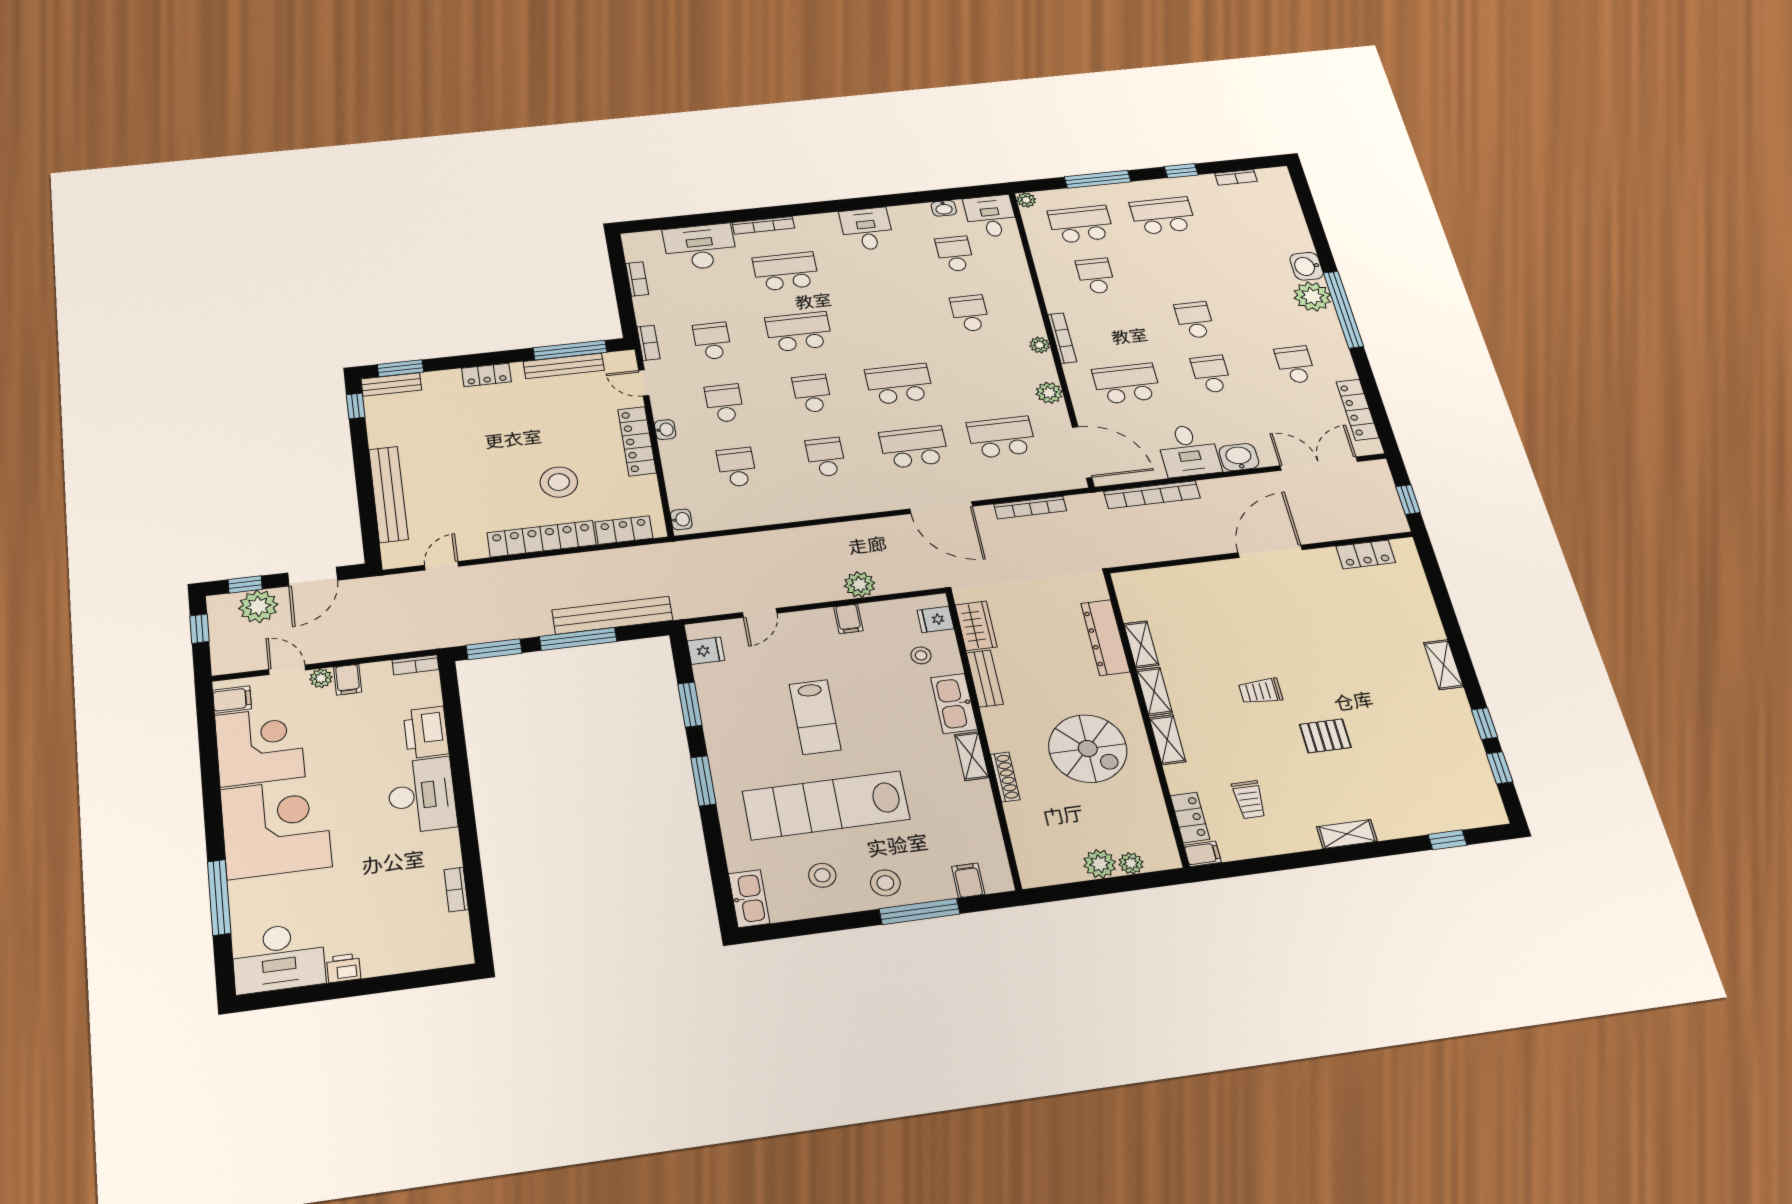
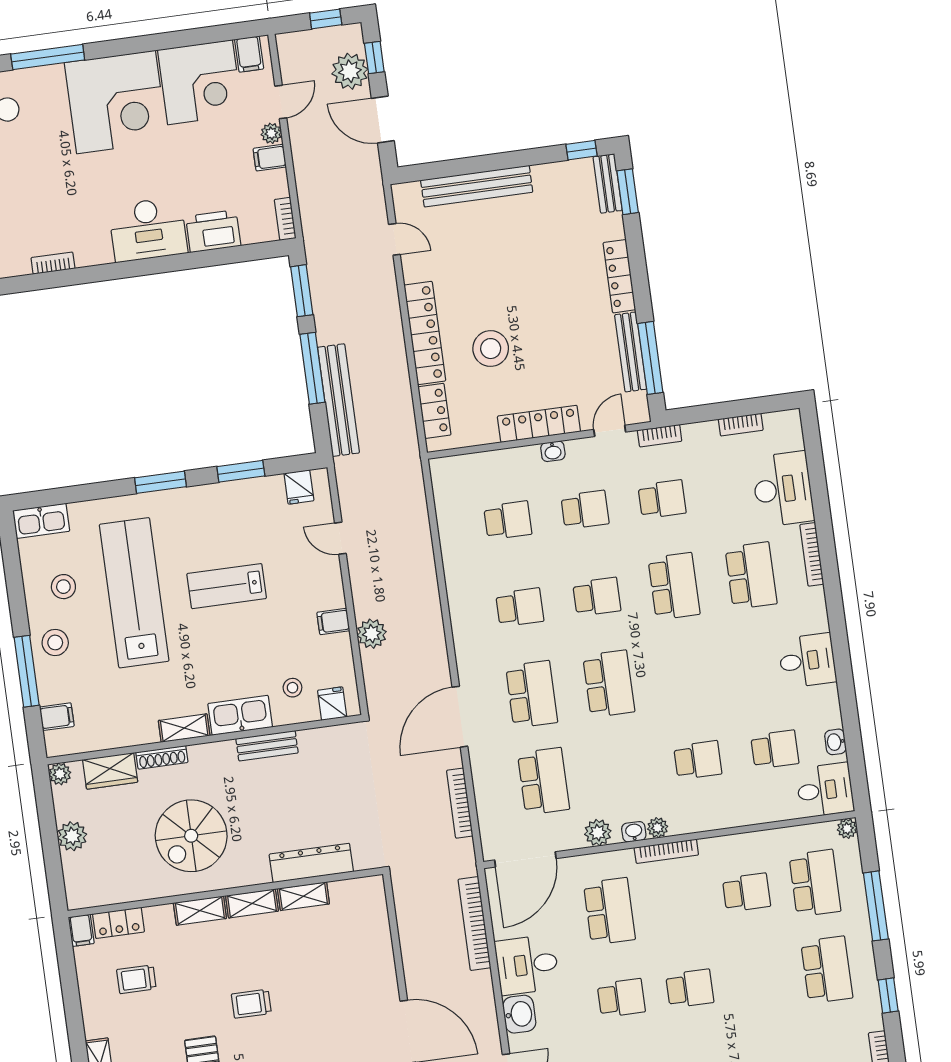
locker: (487, 375) -> (619, 276), width x1.53
washbasin: (681, 519) -> (634, 832), moved, turned 180
wardrobe: (976, 626) -> (110, 771), moved
trolley: (1261, 691) -> (251, 1004), turned -90
plant: (1131, 863) -> (60, 774), moved

